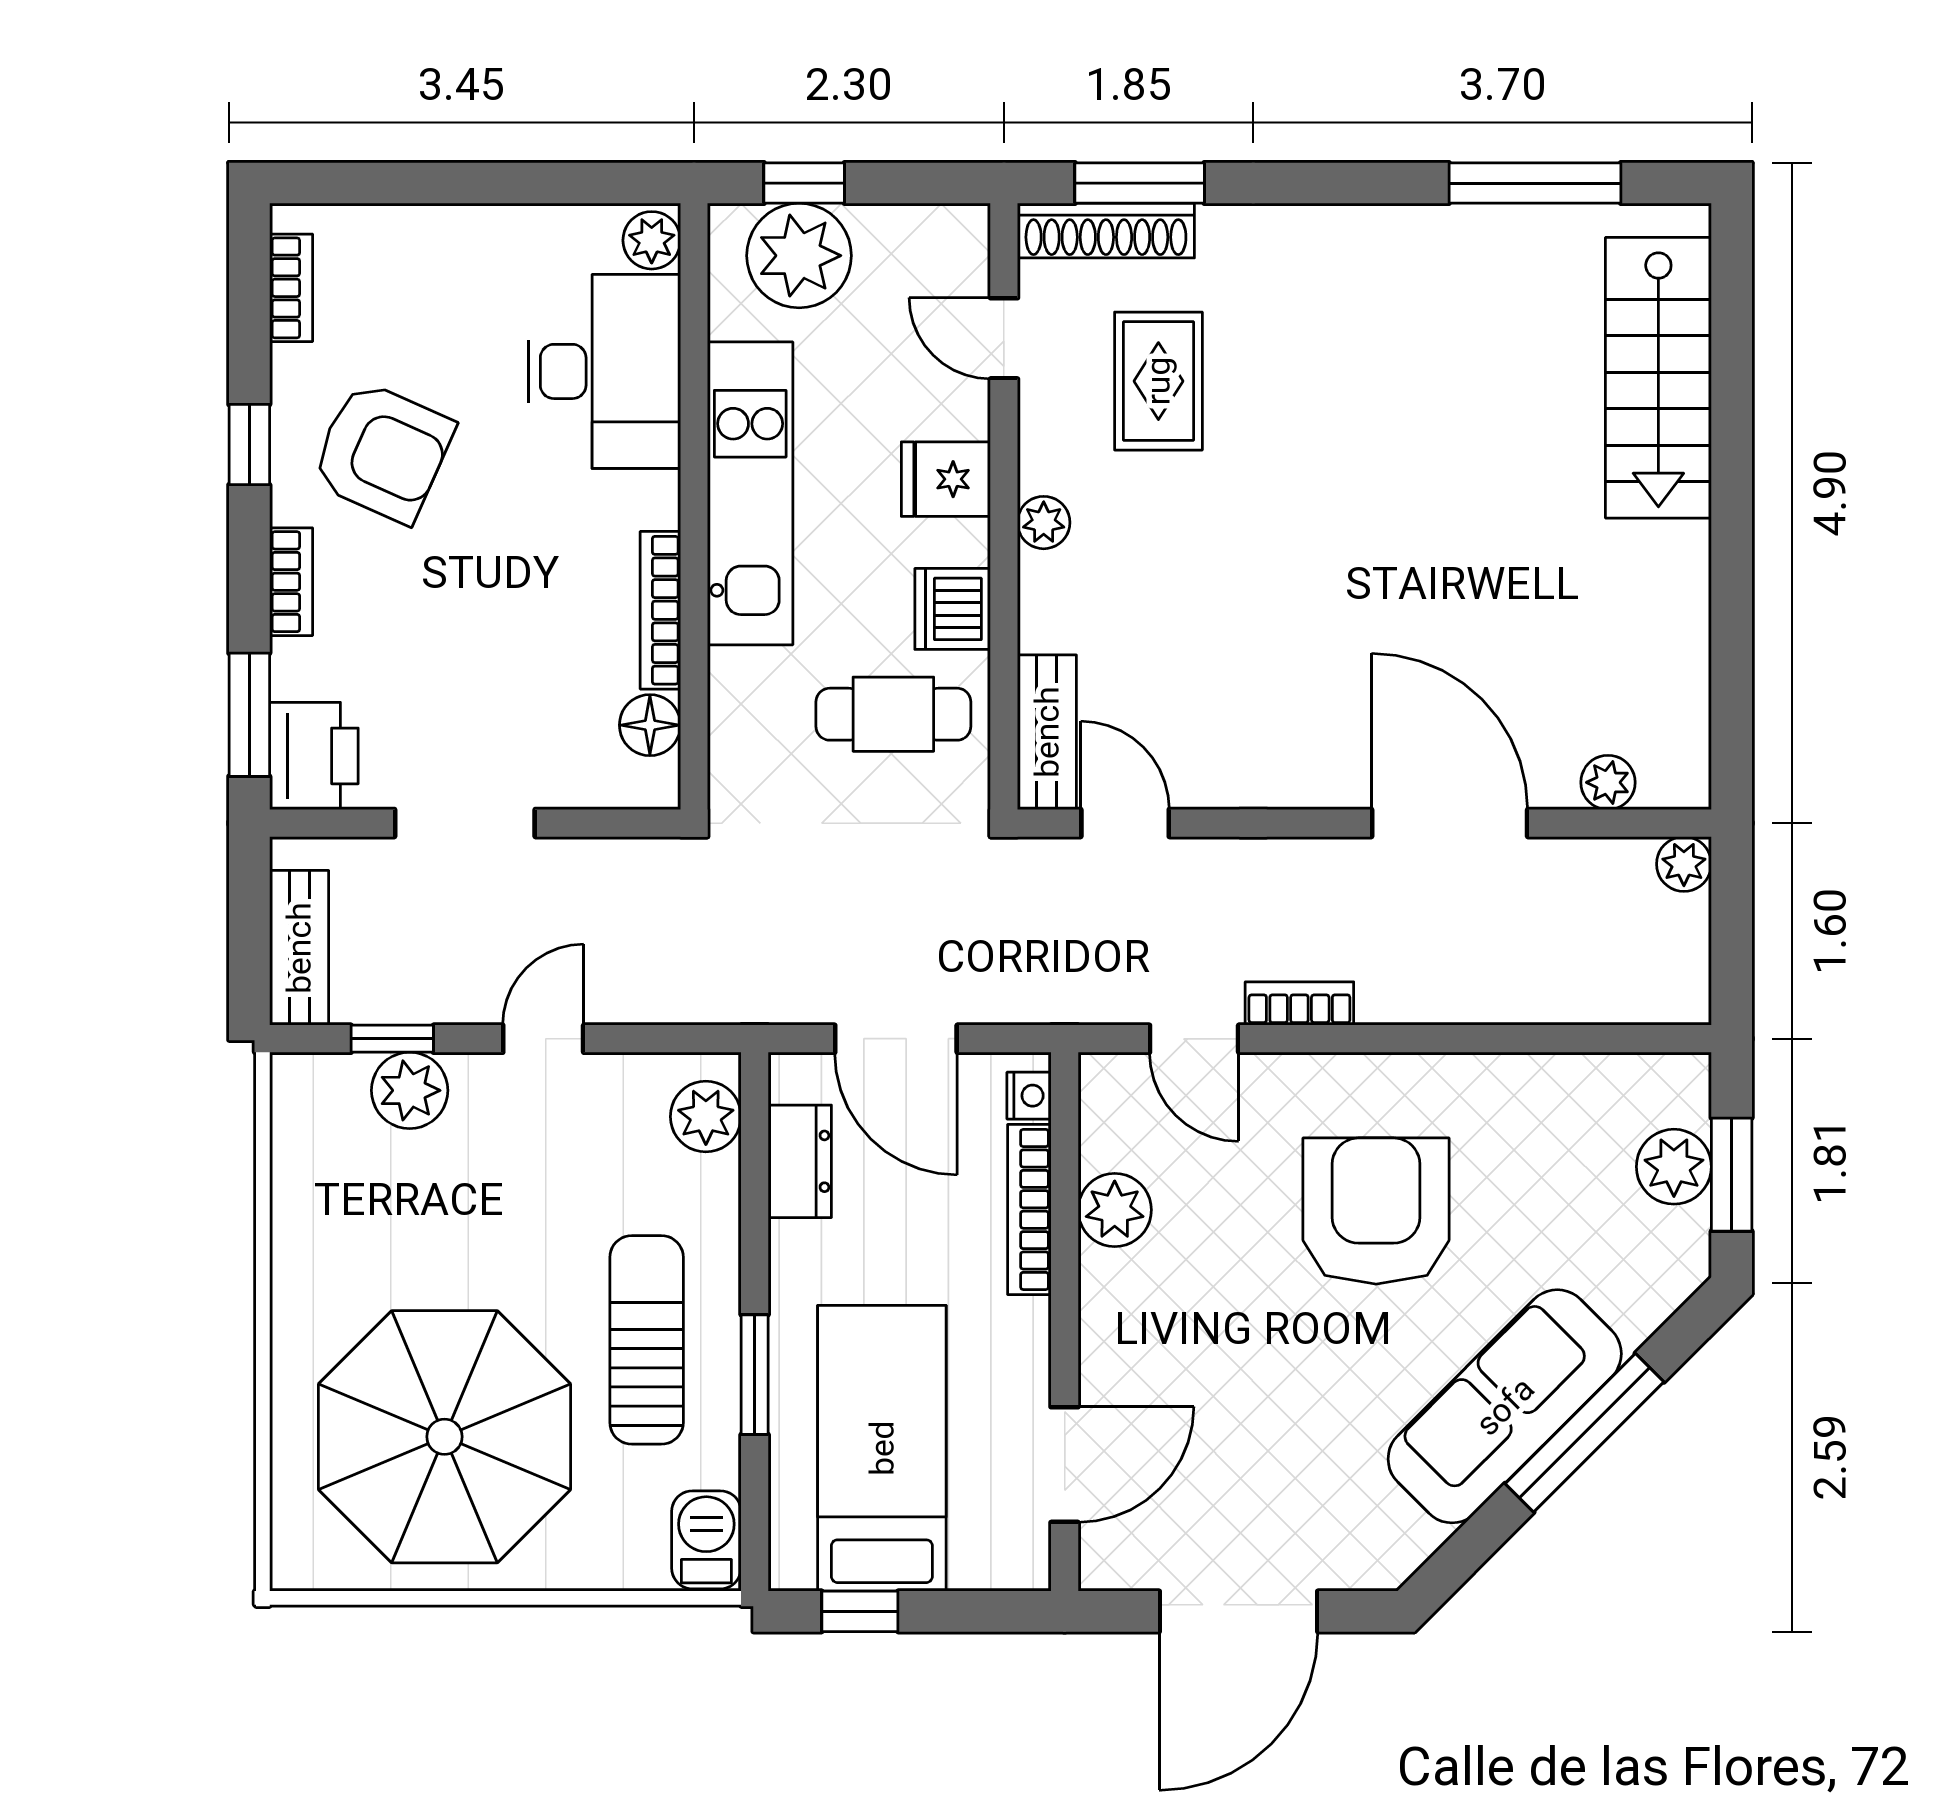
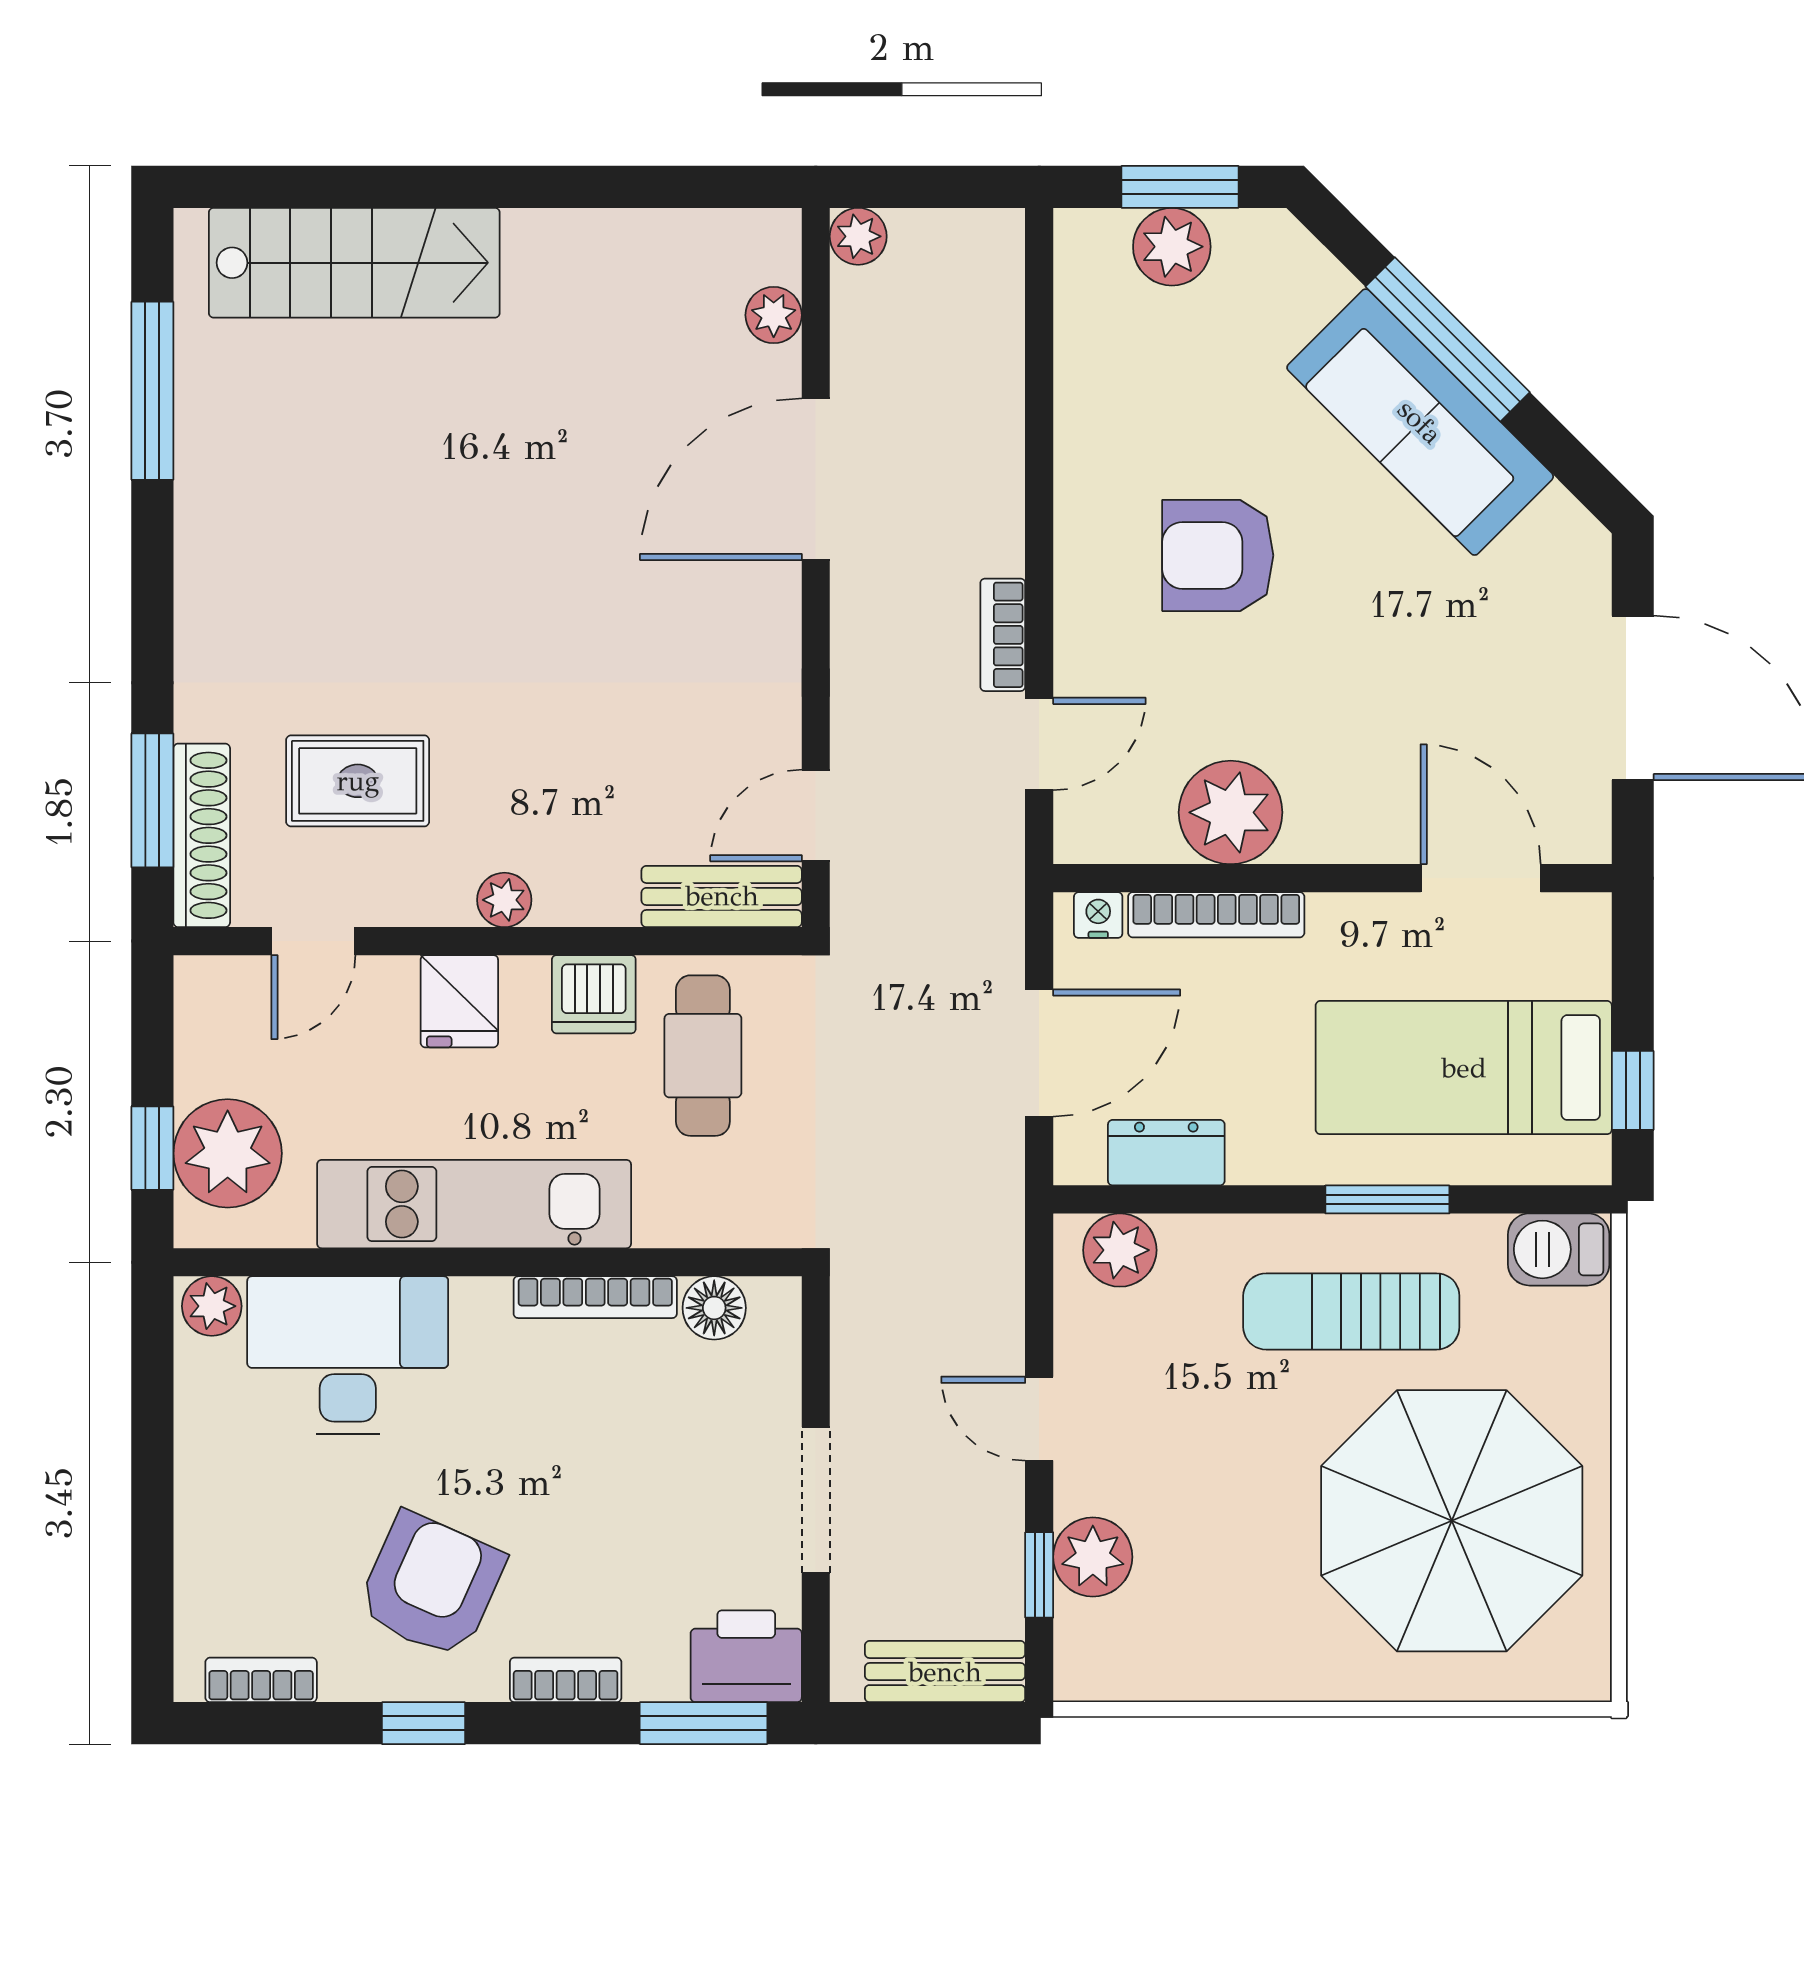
plant: (1115, 1210) -> (1231, 812), width x1.36, depth x1.36
armchair: (1376, 1211) -> (1218, 555), width x0.73, depth x0.73

